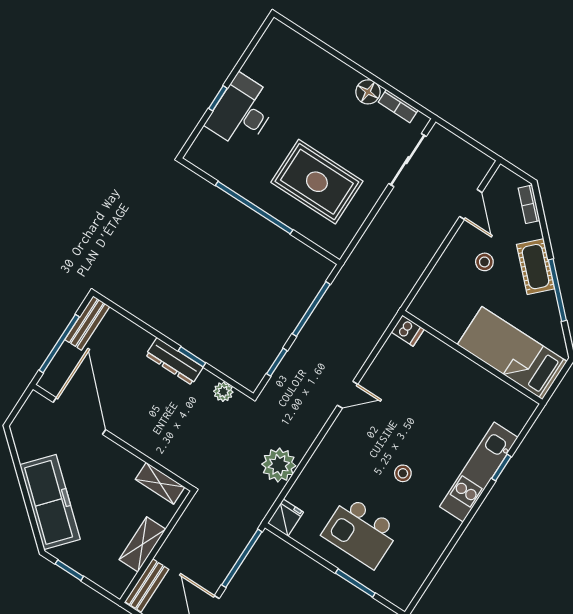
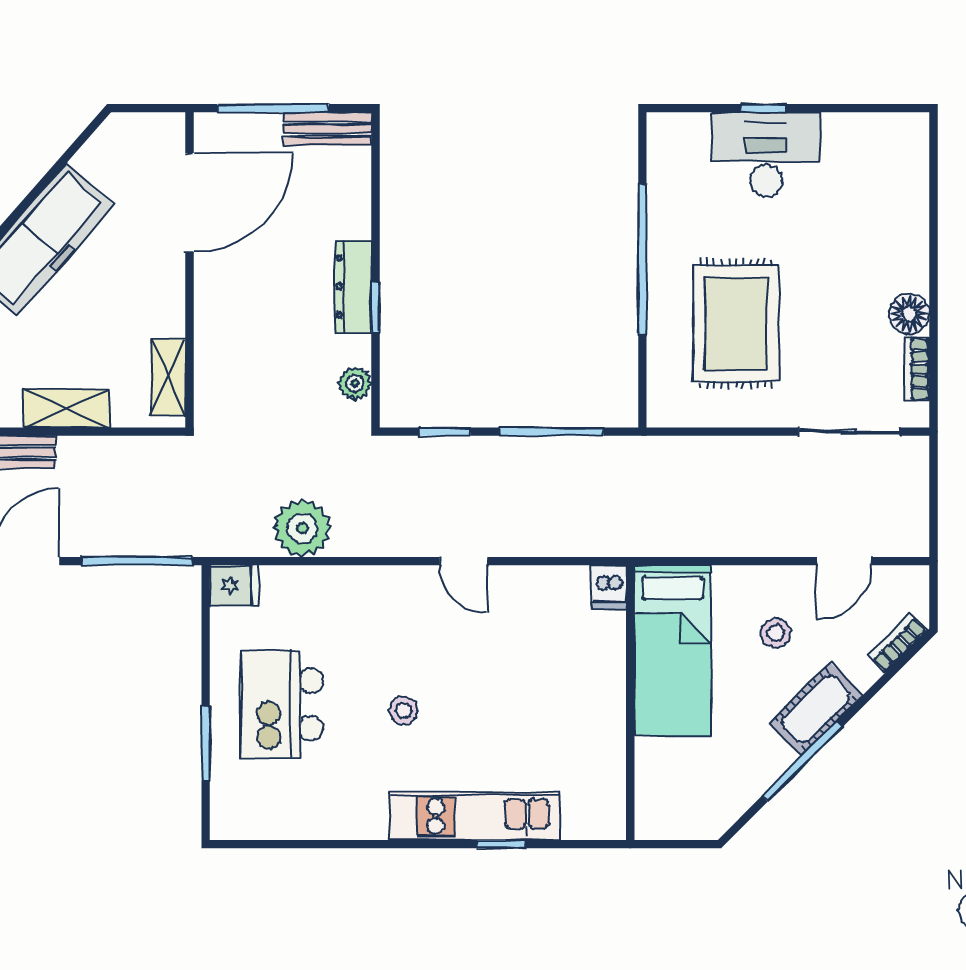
bed: (512, 353) -> (673, 650), moved, turned 180

